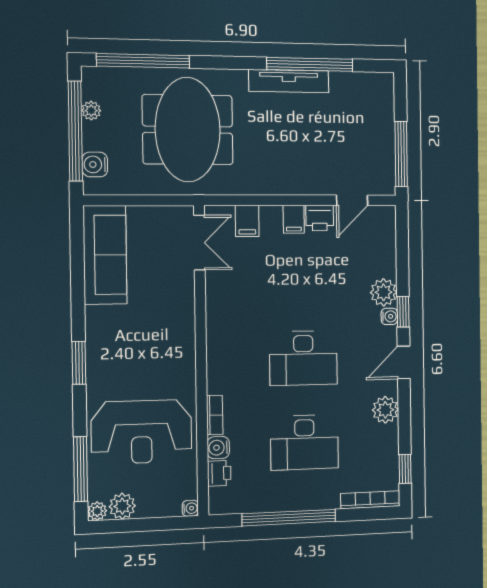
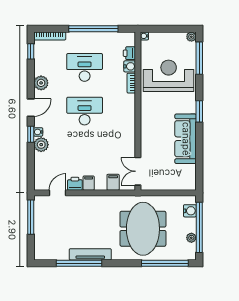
sofa: (105, 255) -> (186, 139), moved
plant: (122, 506) -> (179, 39), removed

